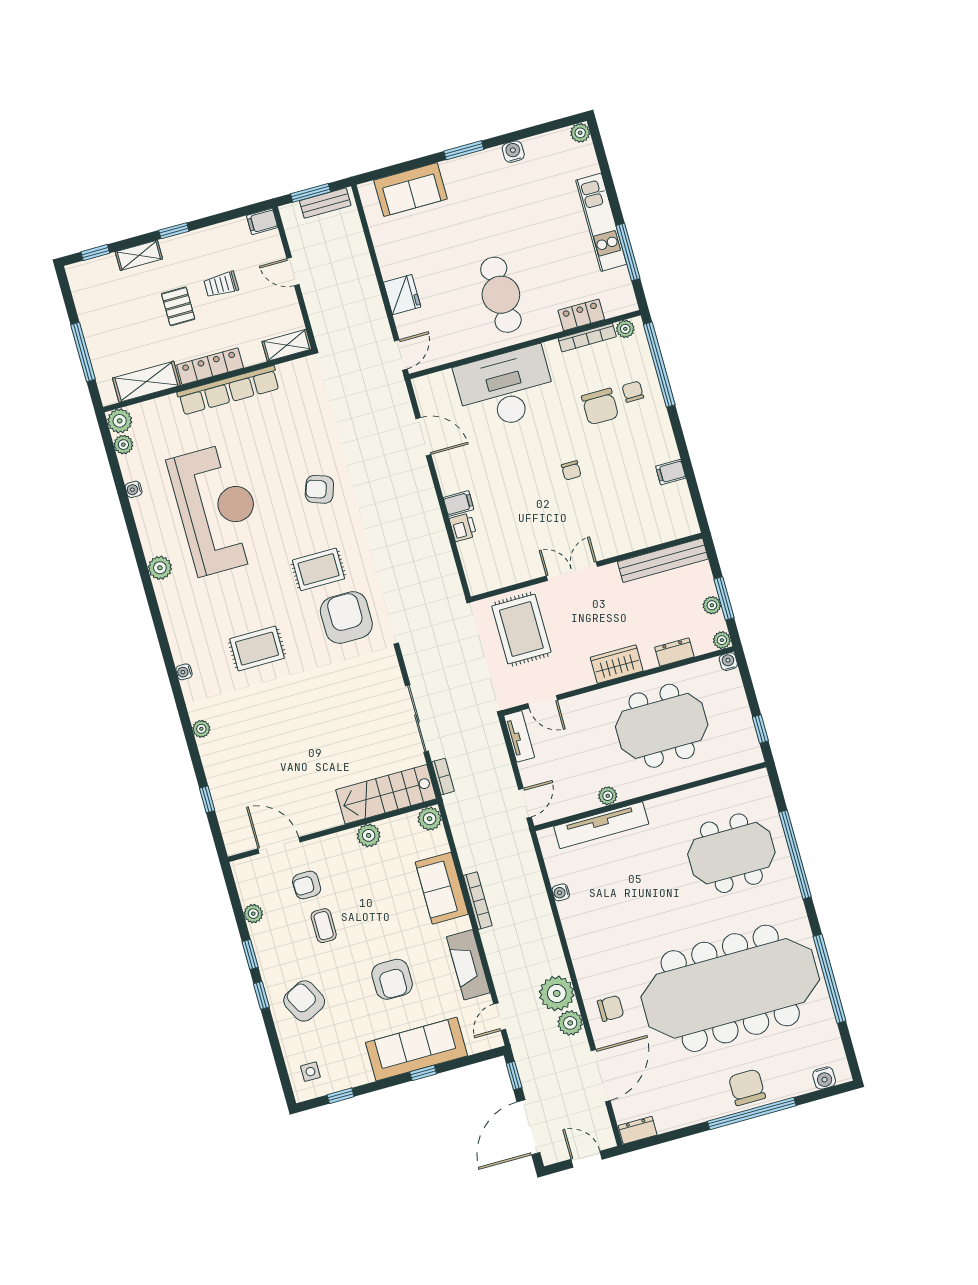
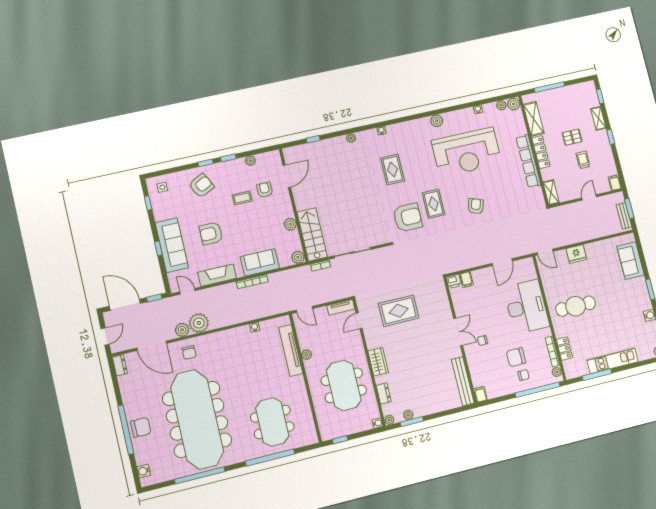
bench: (663, 560) -> (463, 381), moved
wall: (587, 567) -> (460, 340), moved
double door: (572, 571) -> (458, 332), moved

